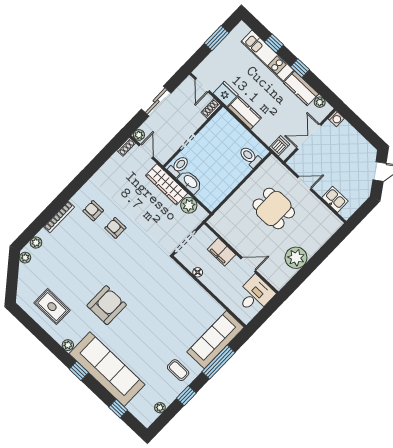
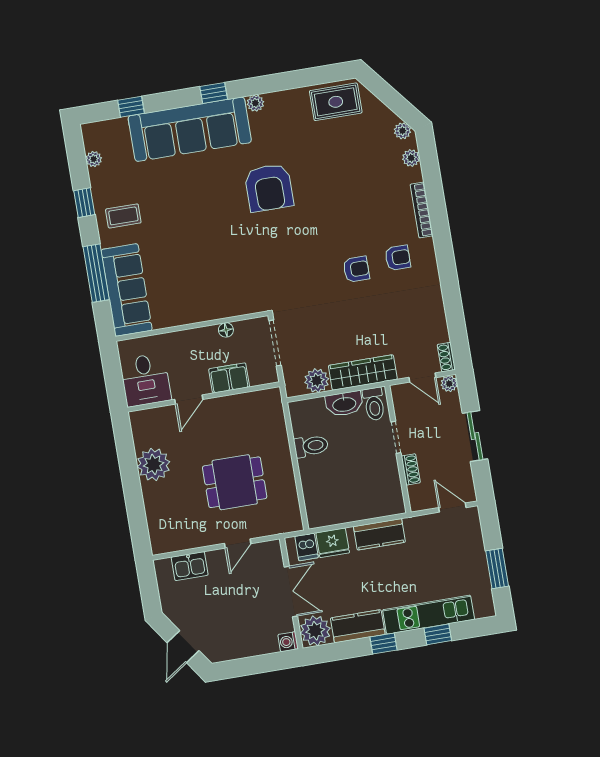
fridge: (226, 94) -> (333, 543), moved
plant: (320, 102) -> (315, 631), width x1.88, depth x1.88
shoe rack: (211, 109) -> (411, 469), moved
toilet: (250, 157) -> (311, 446), moved
rug: (52, 307) -> (336, 102), moved

